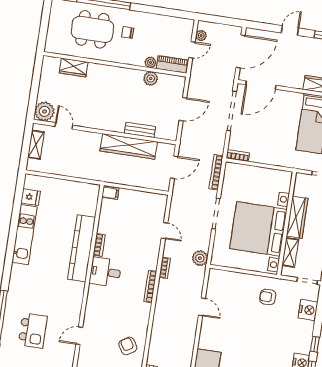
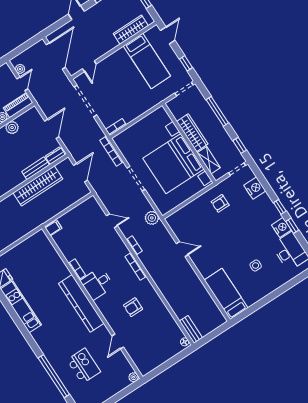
door: (261, 85) -> (89, 66), width x0.53
dresser: (166, 134) -> (55, 156), added
kitchen counter: (82, 248) -> (81, 303), moved
armchair: (128, 346) -> (133, 307), moved, turned -58

